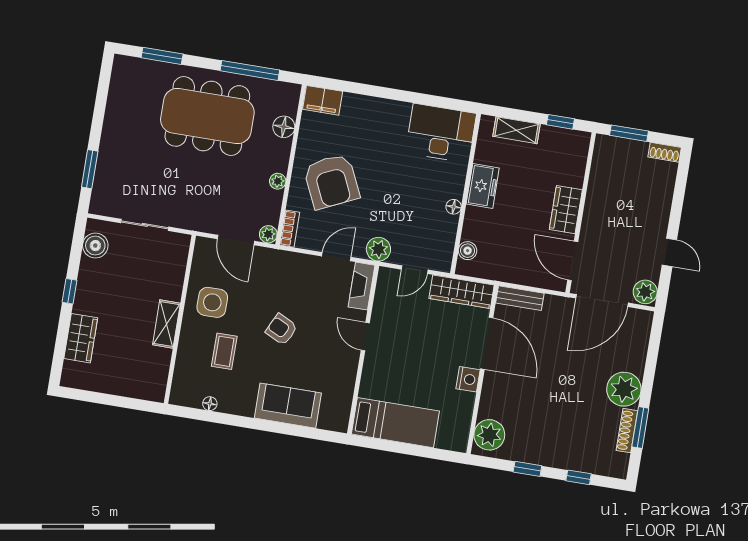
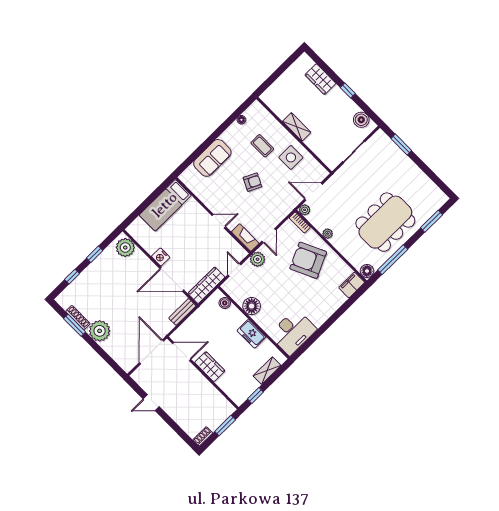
floor lamp: (284, 127) -> (367, 271), moved
floor lamp: (454, 207) -> (252, 306), width x1.89, depth x1.89
plant: (645, 292) -> (140, 376), removed

